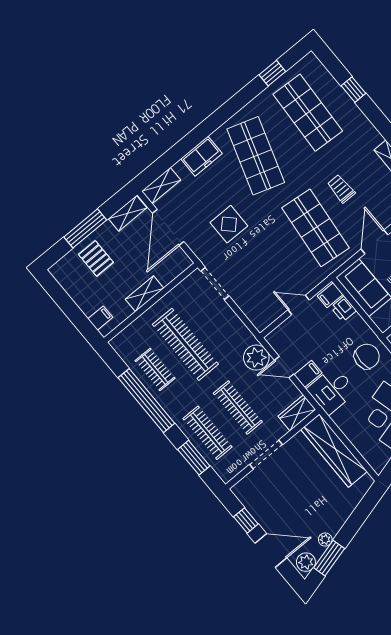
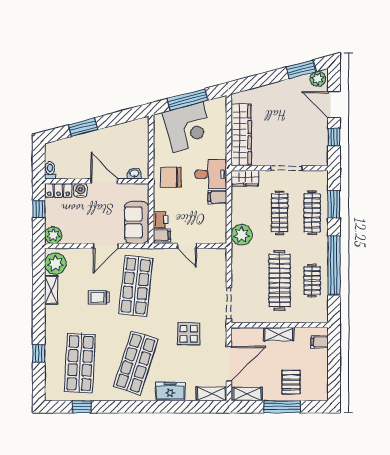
trolley: (341, 189) -> (99, 297), turned 90
door: (284, 367) -> (229, 214), removed
plant: (325, 540) -> (294, 83), removed

